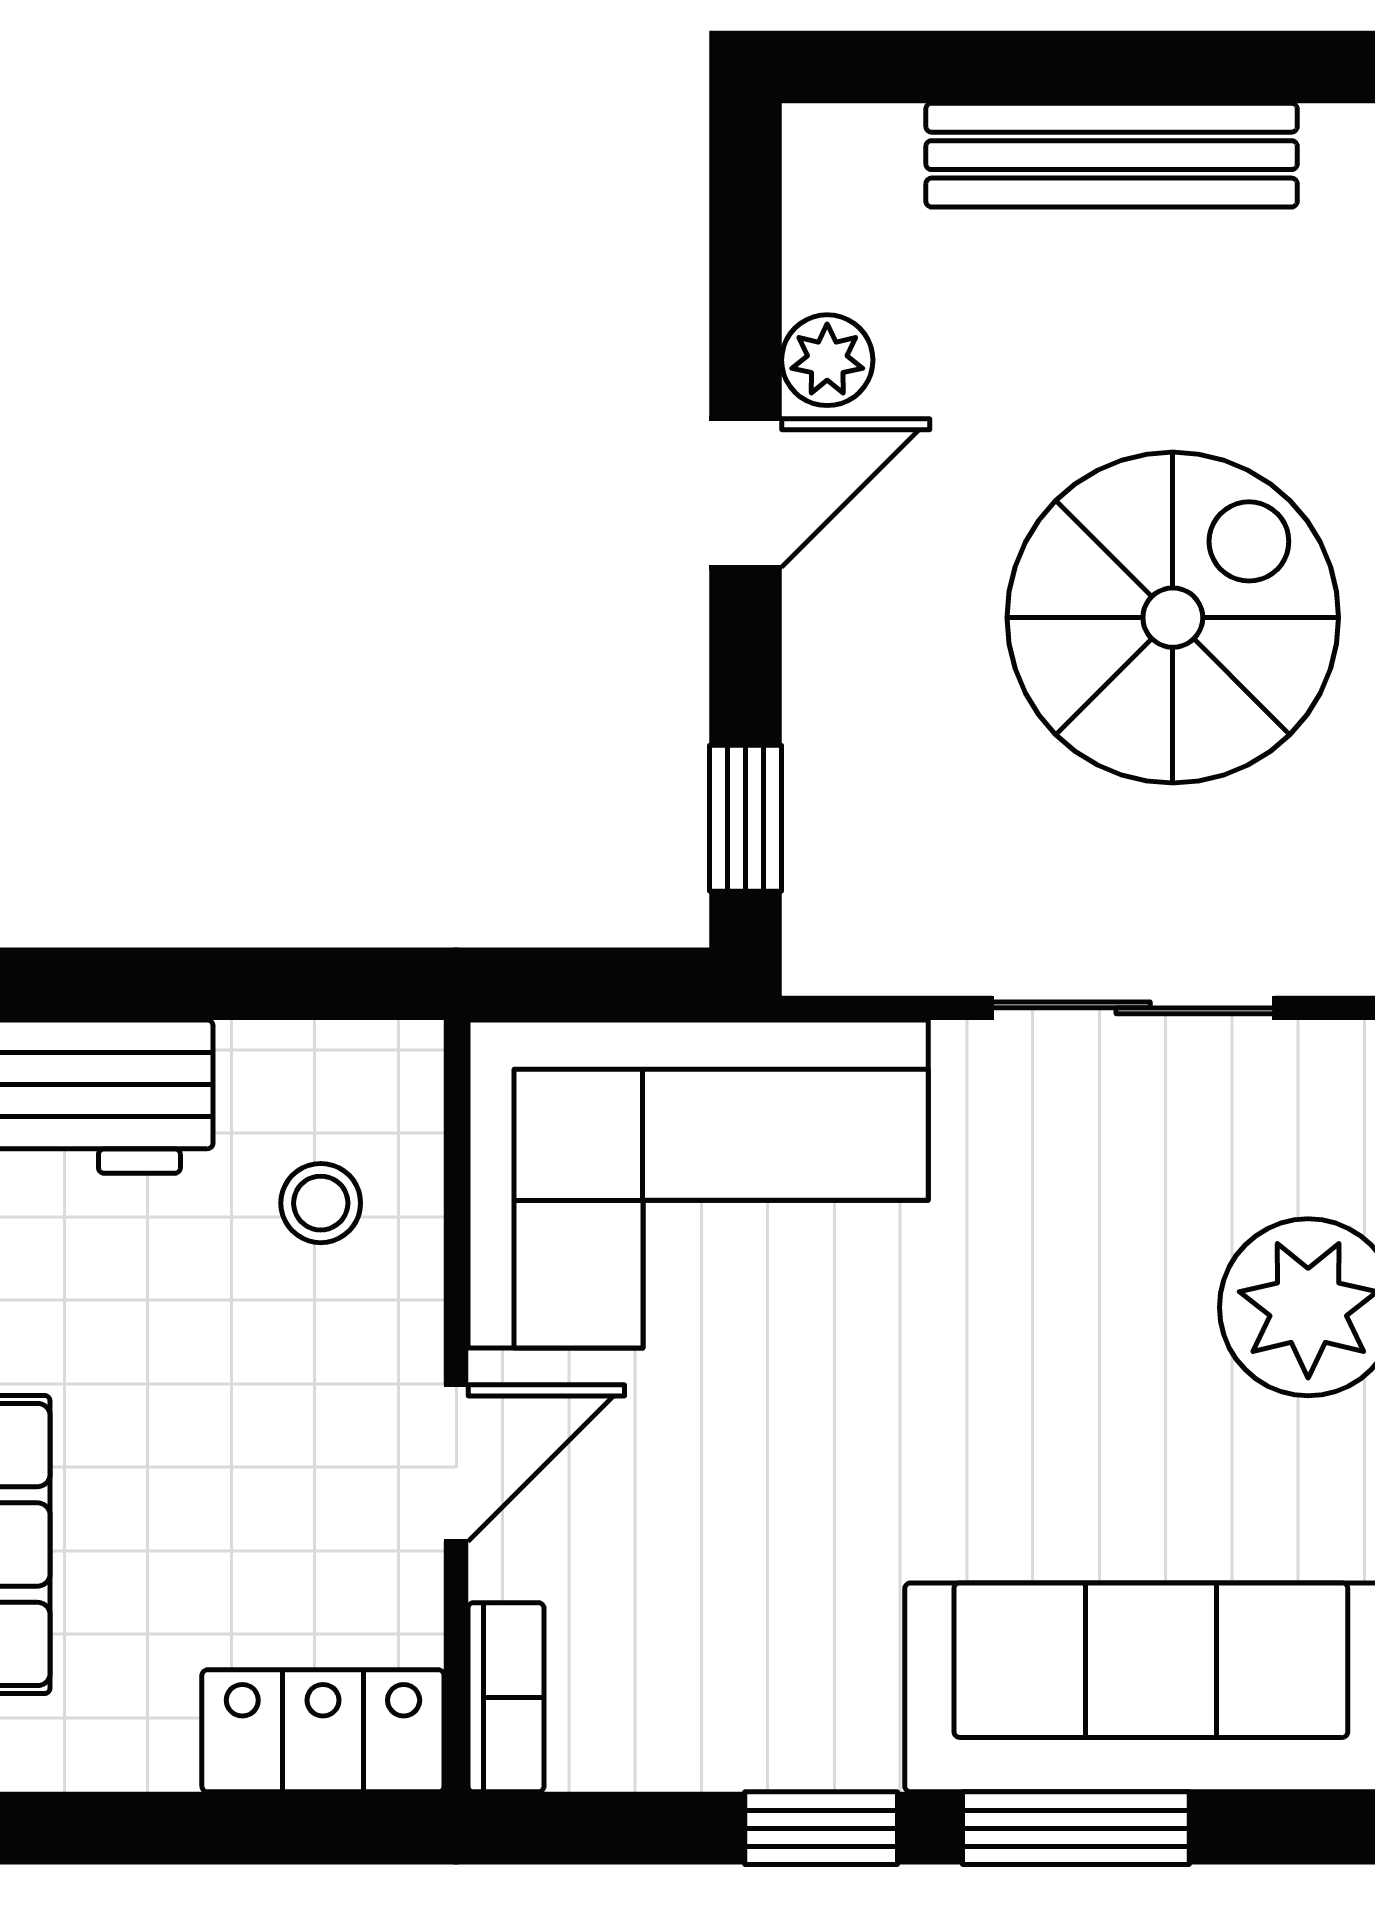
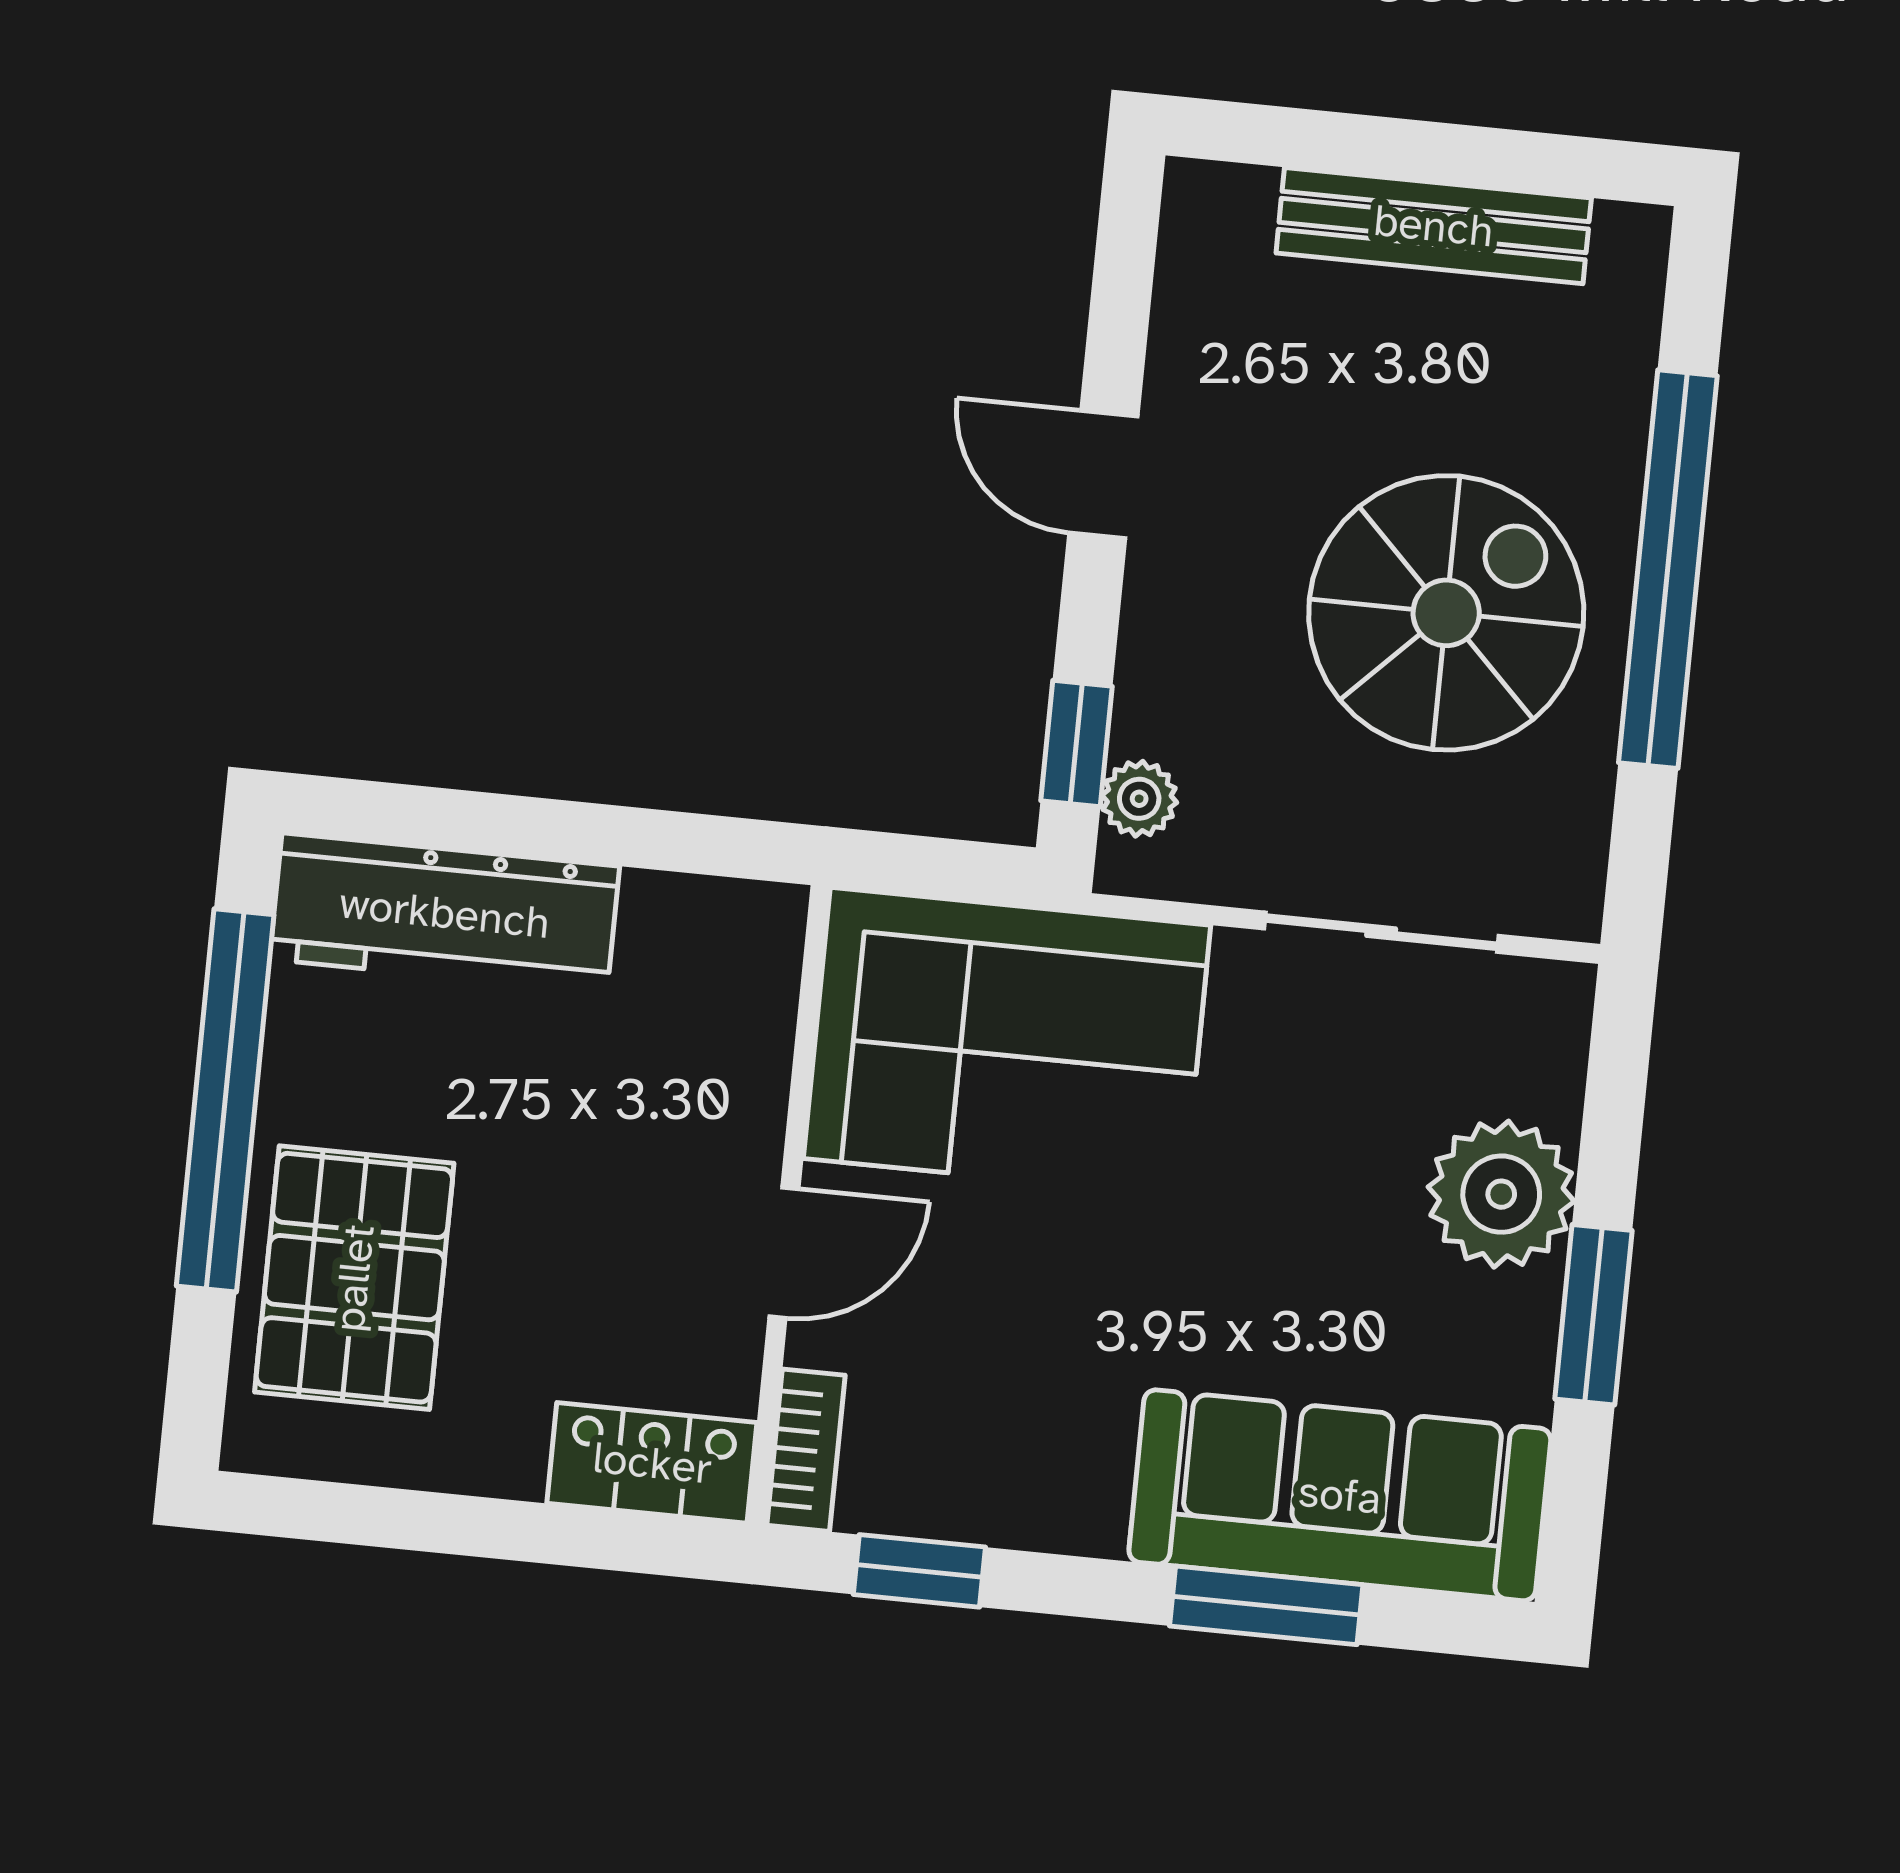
plant: (827, 360) -> (1139, 799), moved
door: (746, 493) -> (1103, 475), swing flipped
stool: (321, 1203) -> (694, 1026), removed
window: (821, 1828) -> (919, 1571), moved

